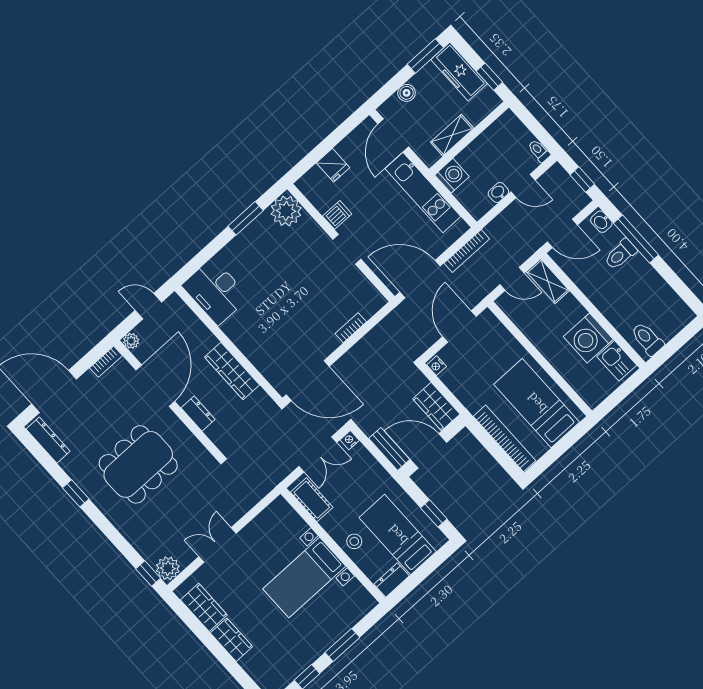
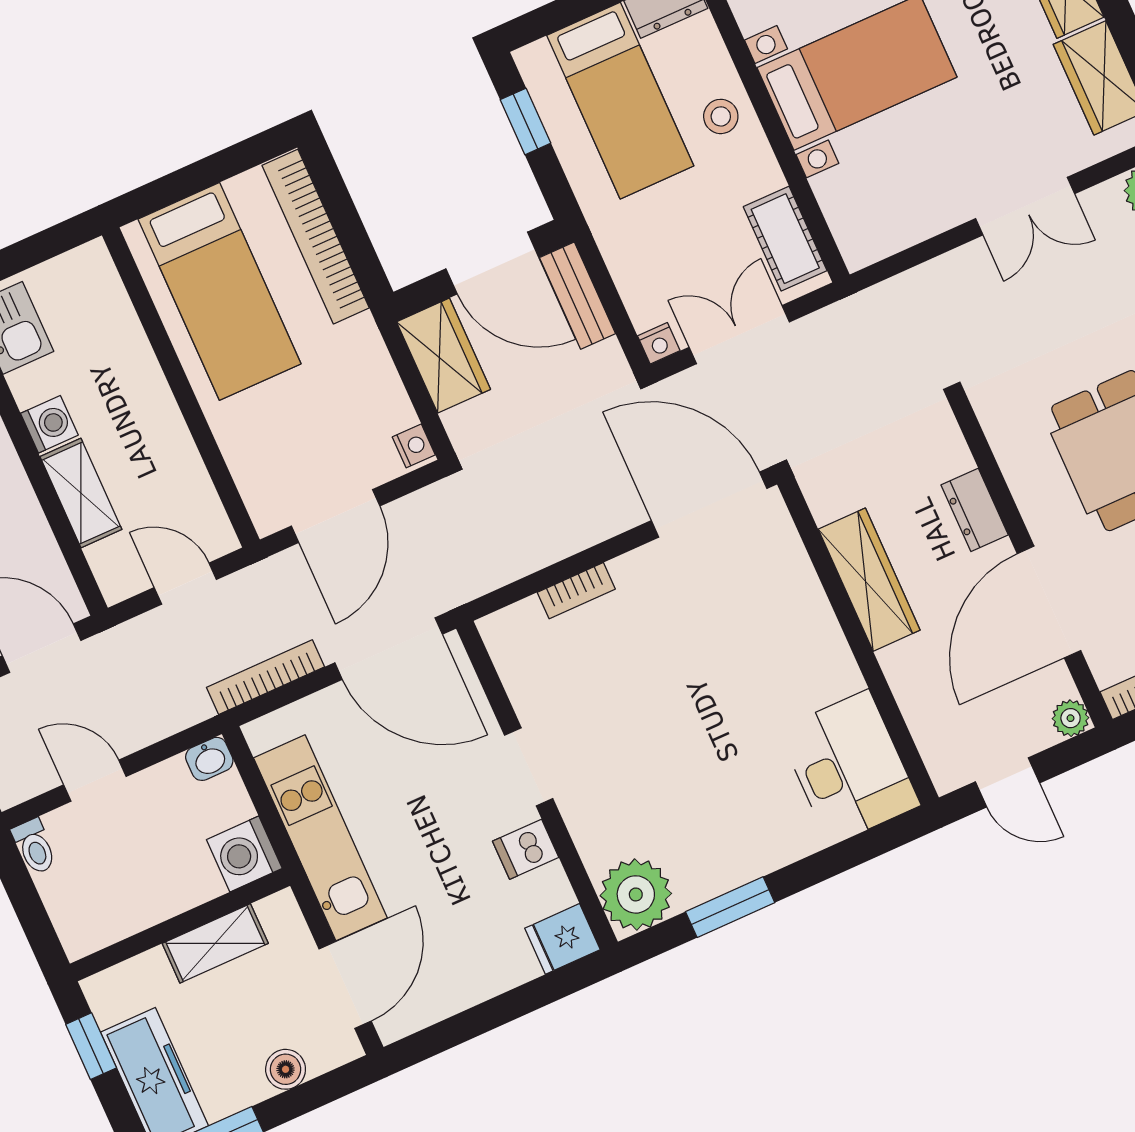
fridge: (333, 165) -> (563, 939), moved, turned -90
washbasin: (498, 192) -> (209, 759), moved
shelving: (548, 281) -> (81, 493), moved
washing machine: (588, 338) -> (49, 424), width x0.53, depth x0.53

